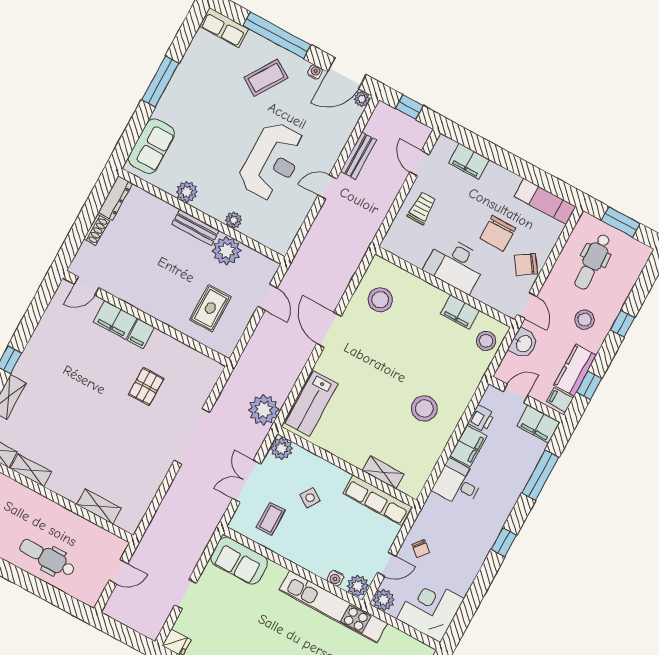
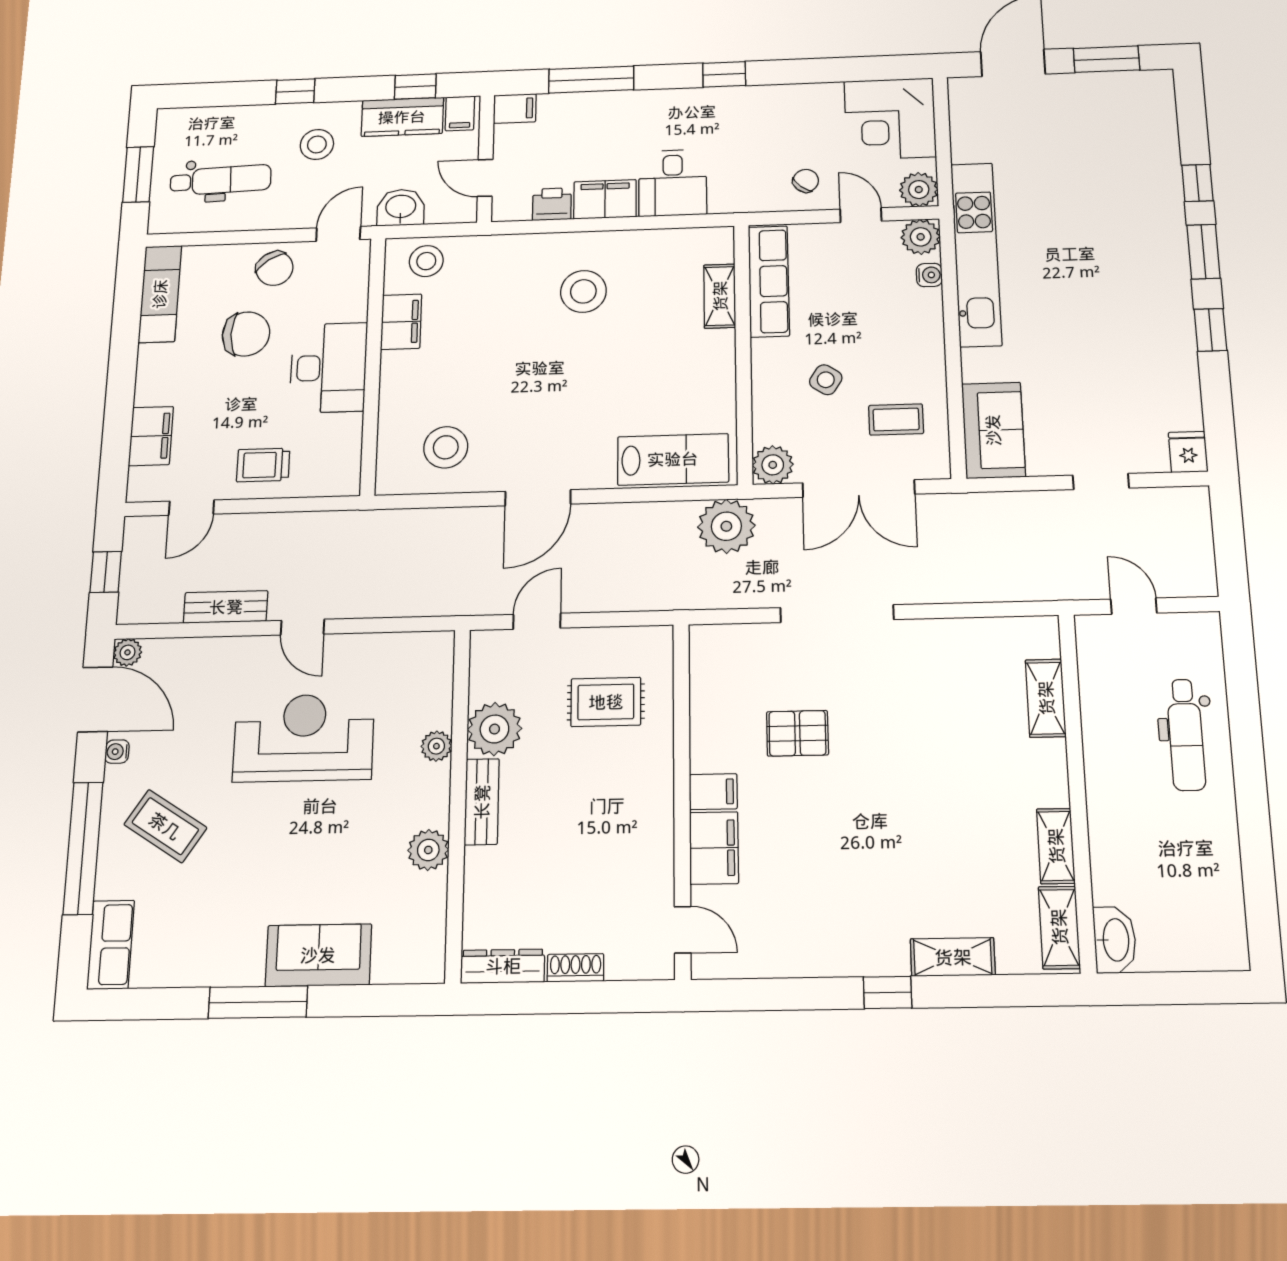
sofa: (151, 146) -> (318, 955), moved
filing cabinet: (538, 424) -> (515, 108), width x0.50
double door: (247, 481) -> (859, 489), width x1.37

